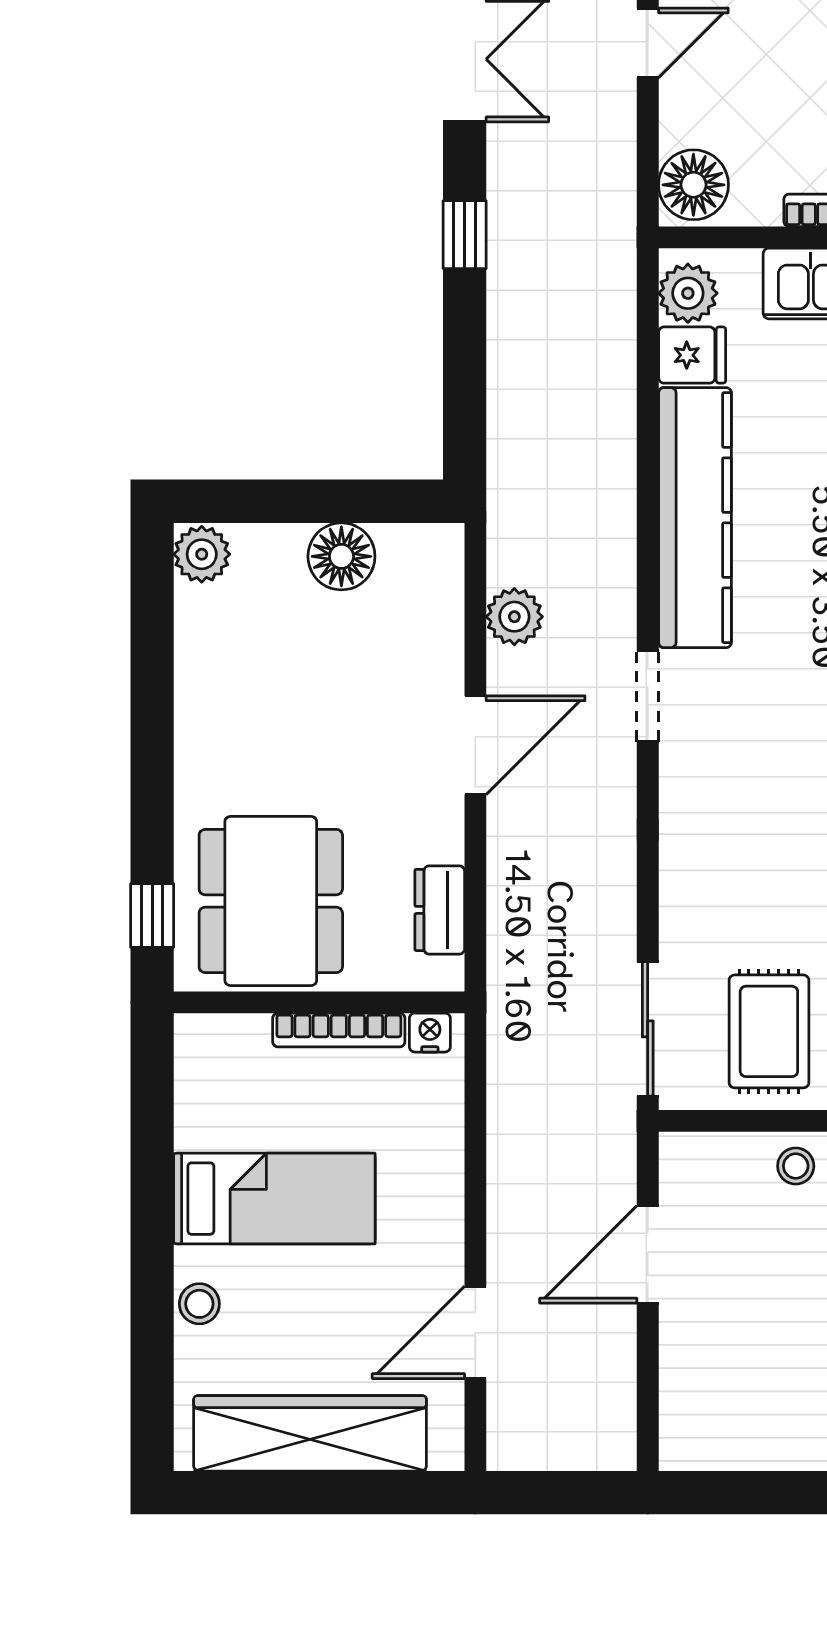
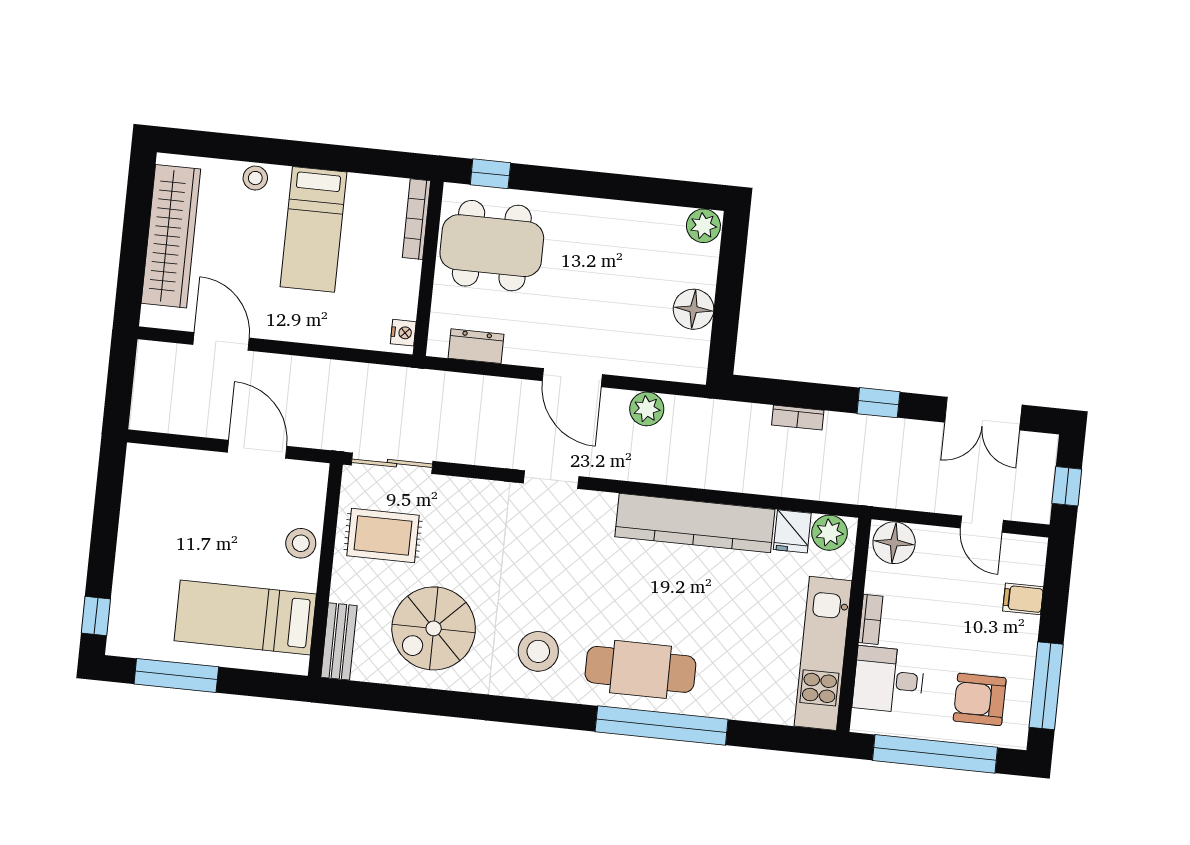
bookcase: (503, 366) -> (798, 418), added
doorway: (648, 696) -> (551, 480), moved
bookcase: (339, 1030) -> (417, 219), moved
stool: (796, 1166) -> (301, 543), width x1.37, depth x1.37

